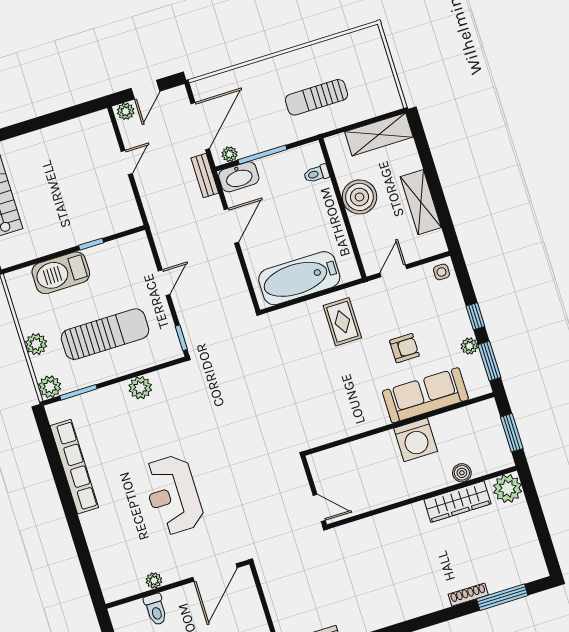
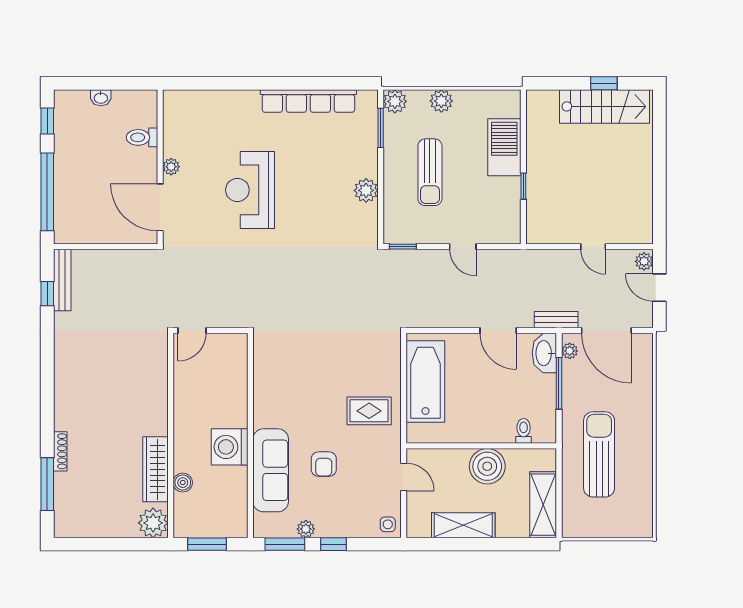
sun lounger: (316, 97) -> (599, 454), width x1.36, depth x1.34
sun lounger: (105, 334) -> (430, 172), width x0.73, depth x0.75
reception desk: (173, 495) -> (250, 190), turned -90
plant: (154, 580) -> (171, 167), moved

